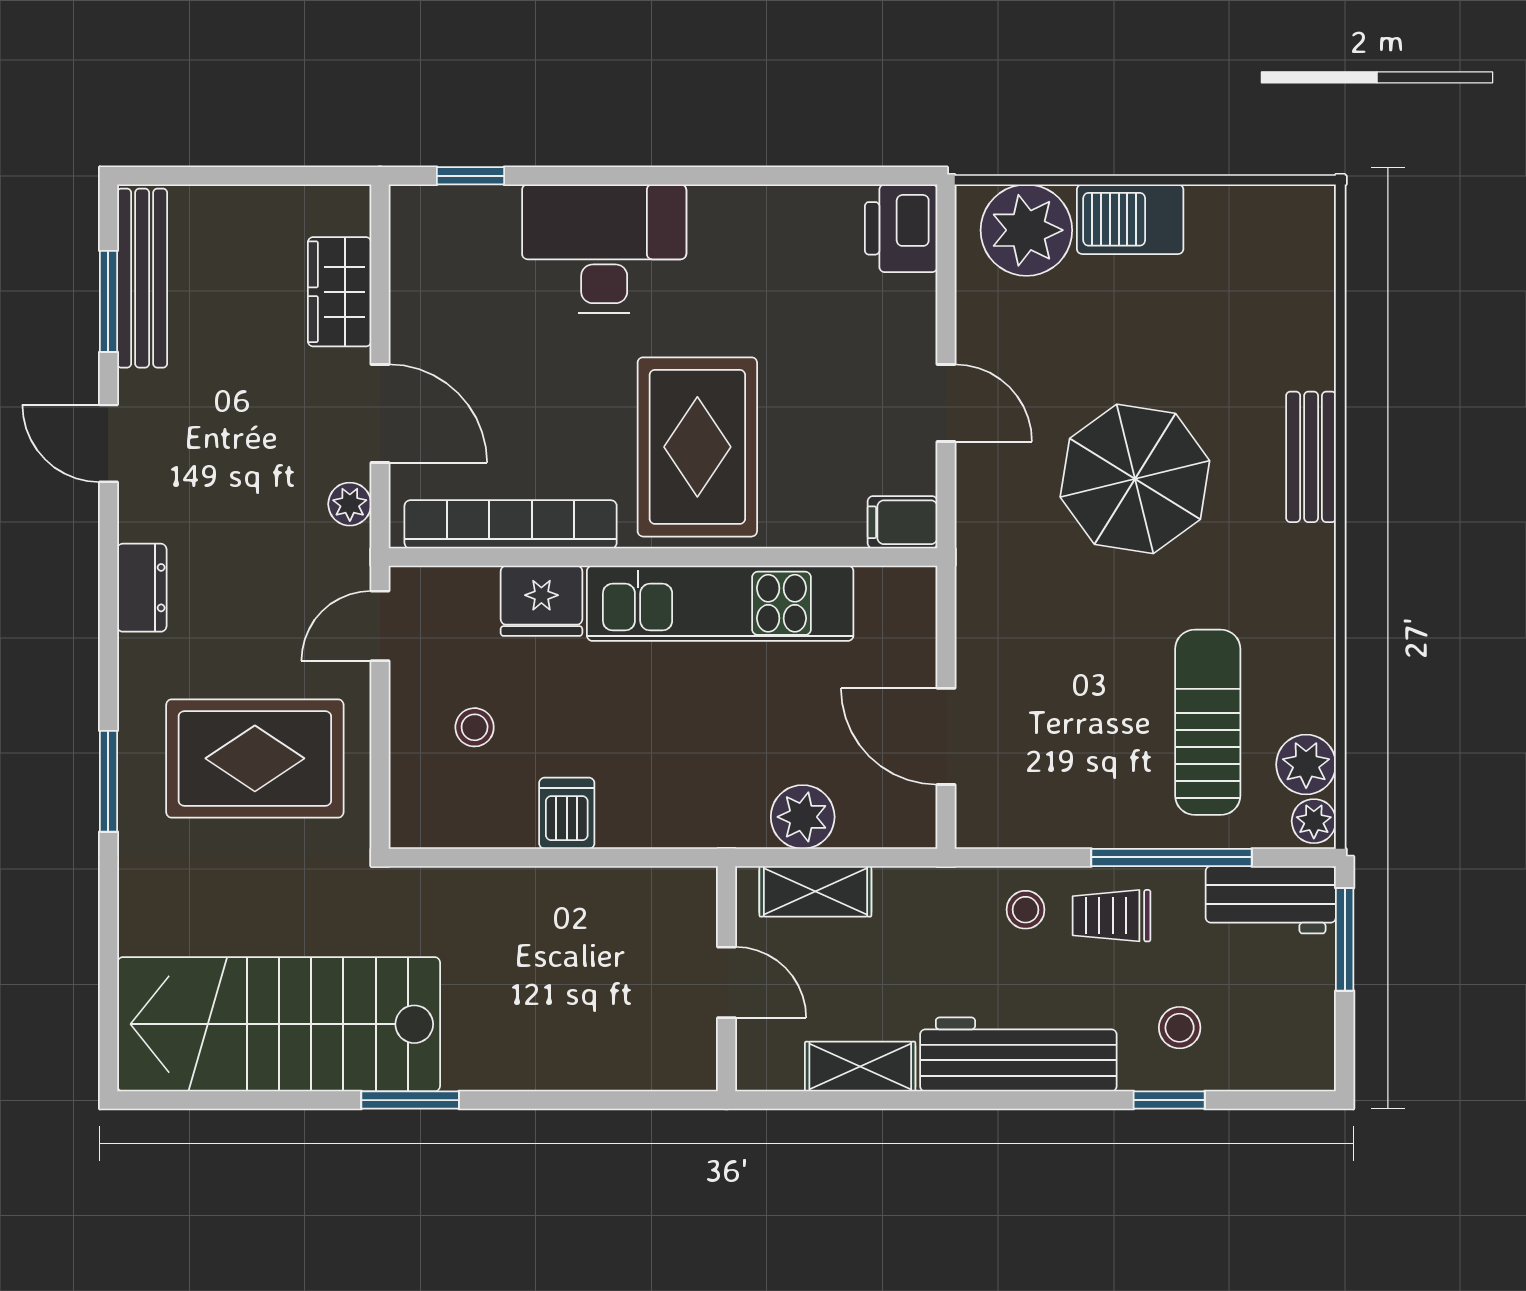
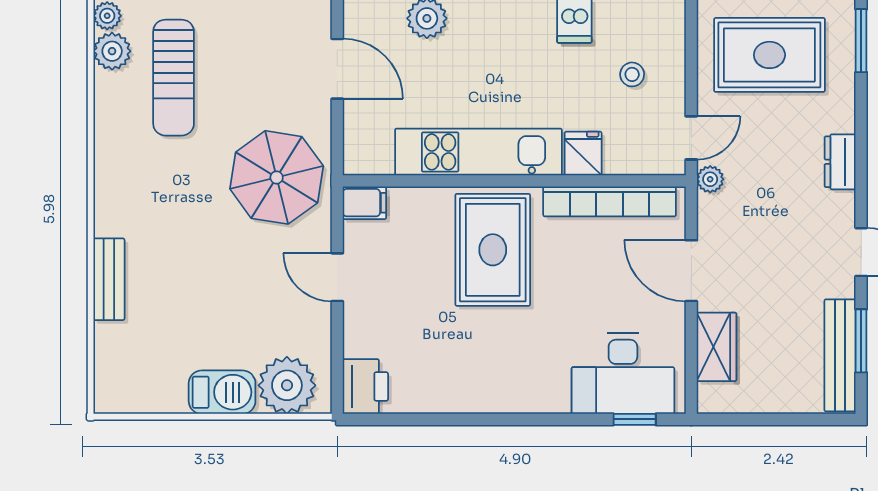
desk: (604, 249) -> (623, 374), moved
bench: (1311, 457) -> (109, 279), moved
parasol: (1135, 479) -> (277, 177), moved
plant: (350, 504) -> (710, 179), moved
fridge: (541, 601) -> (583, 154), width x0.72

